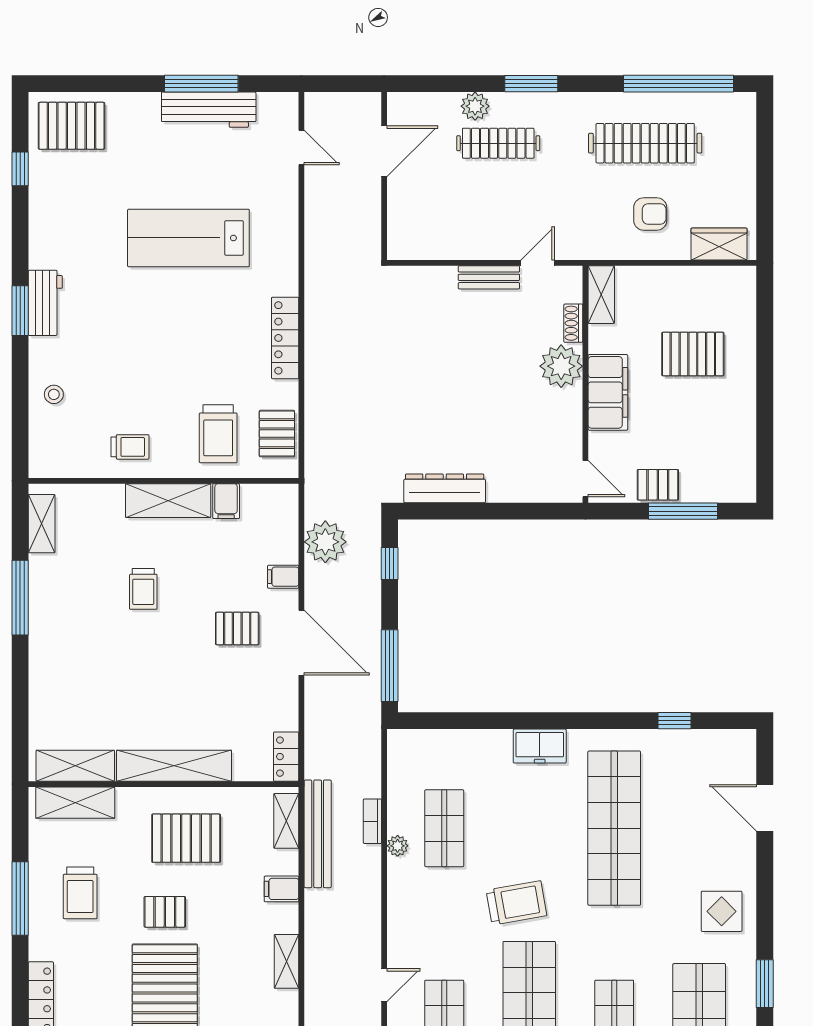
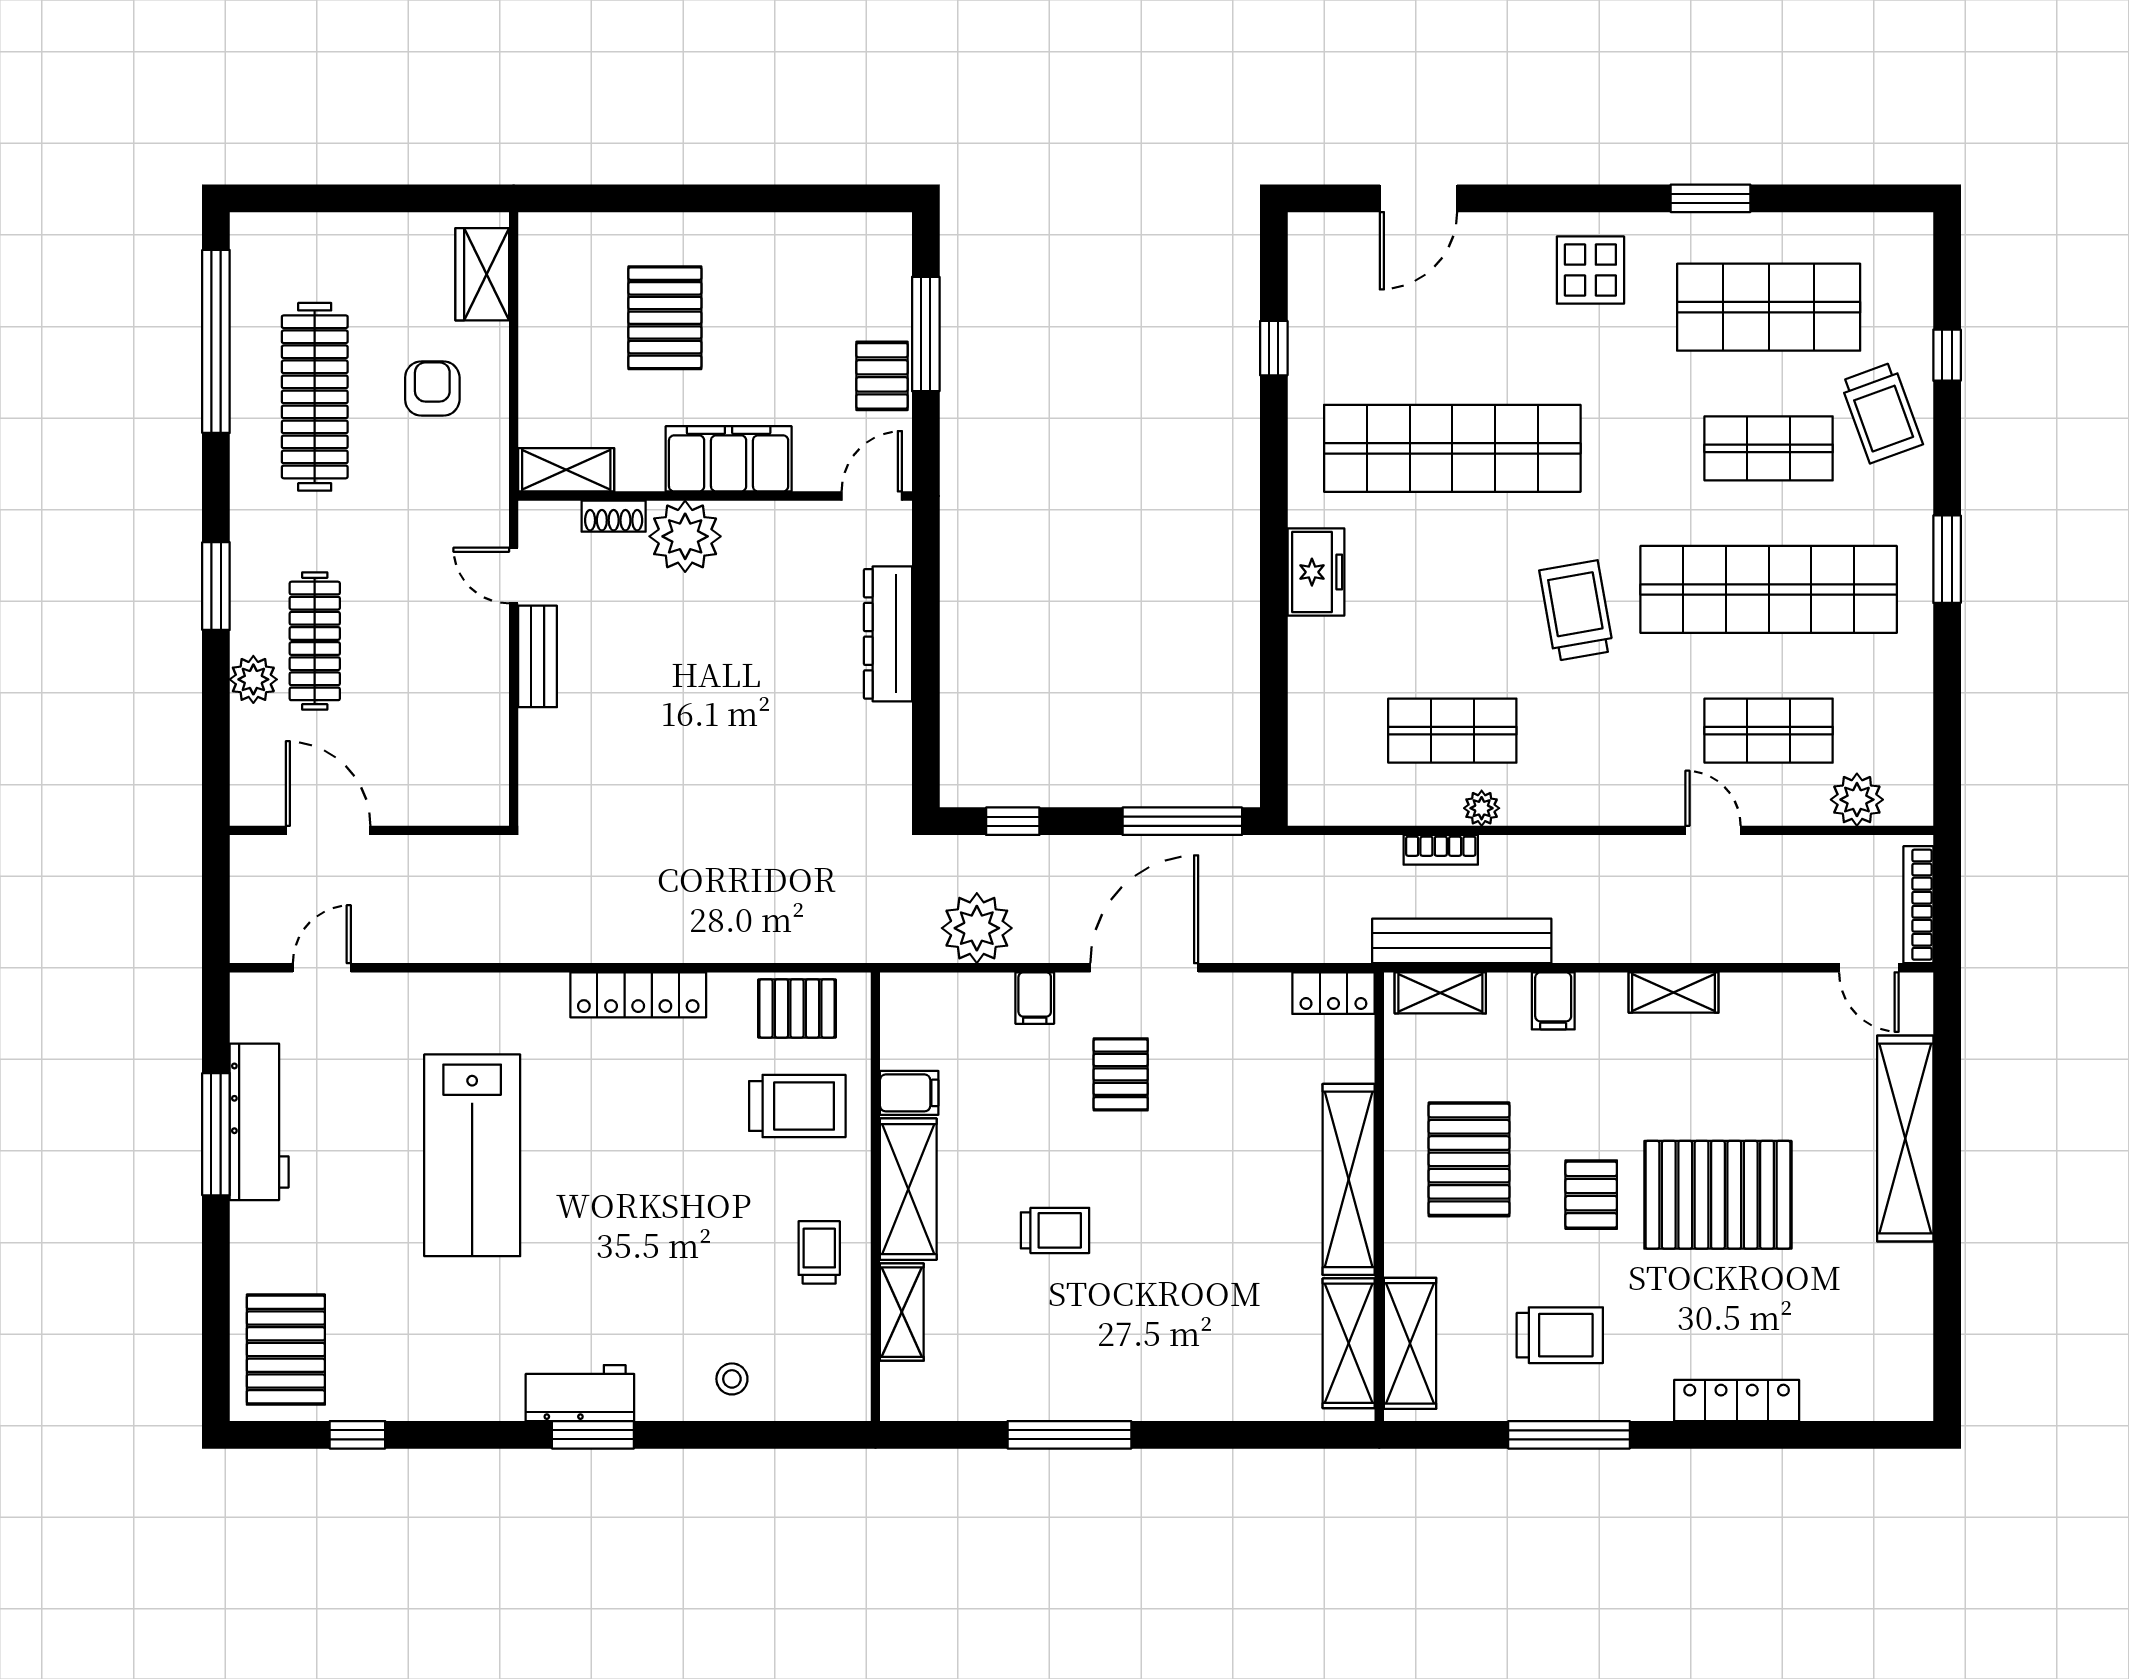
dresser: (445, 488) -> (888, 634), moved
shelving: (42, 524) -> (902, 1312), moved, turned 90

